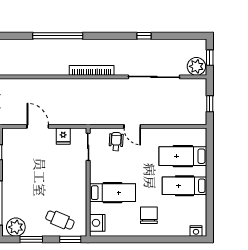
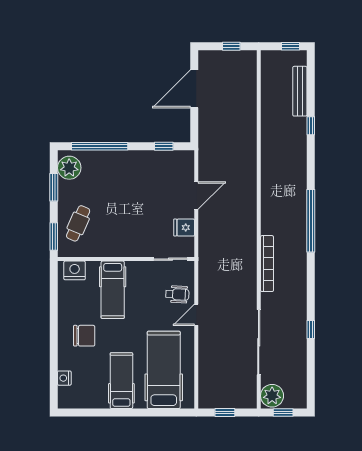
hospital bed: (183, 156) -> (164, 370), width x1.37, depth x1.29
nightstand: (196, 231) -> (64, 378), moved

